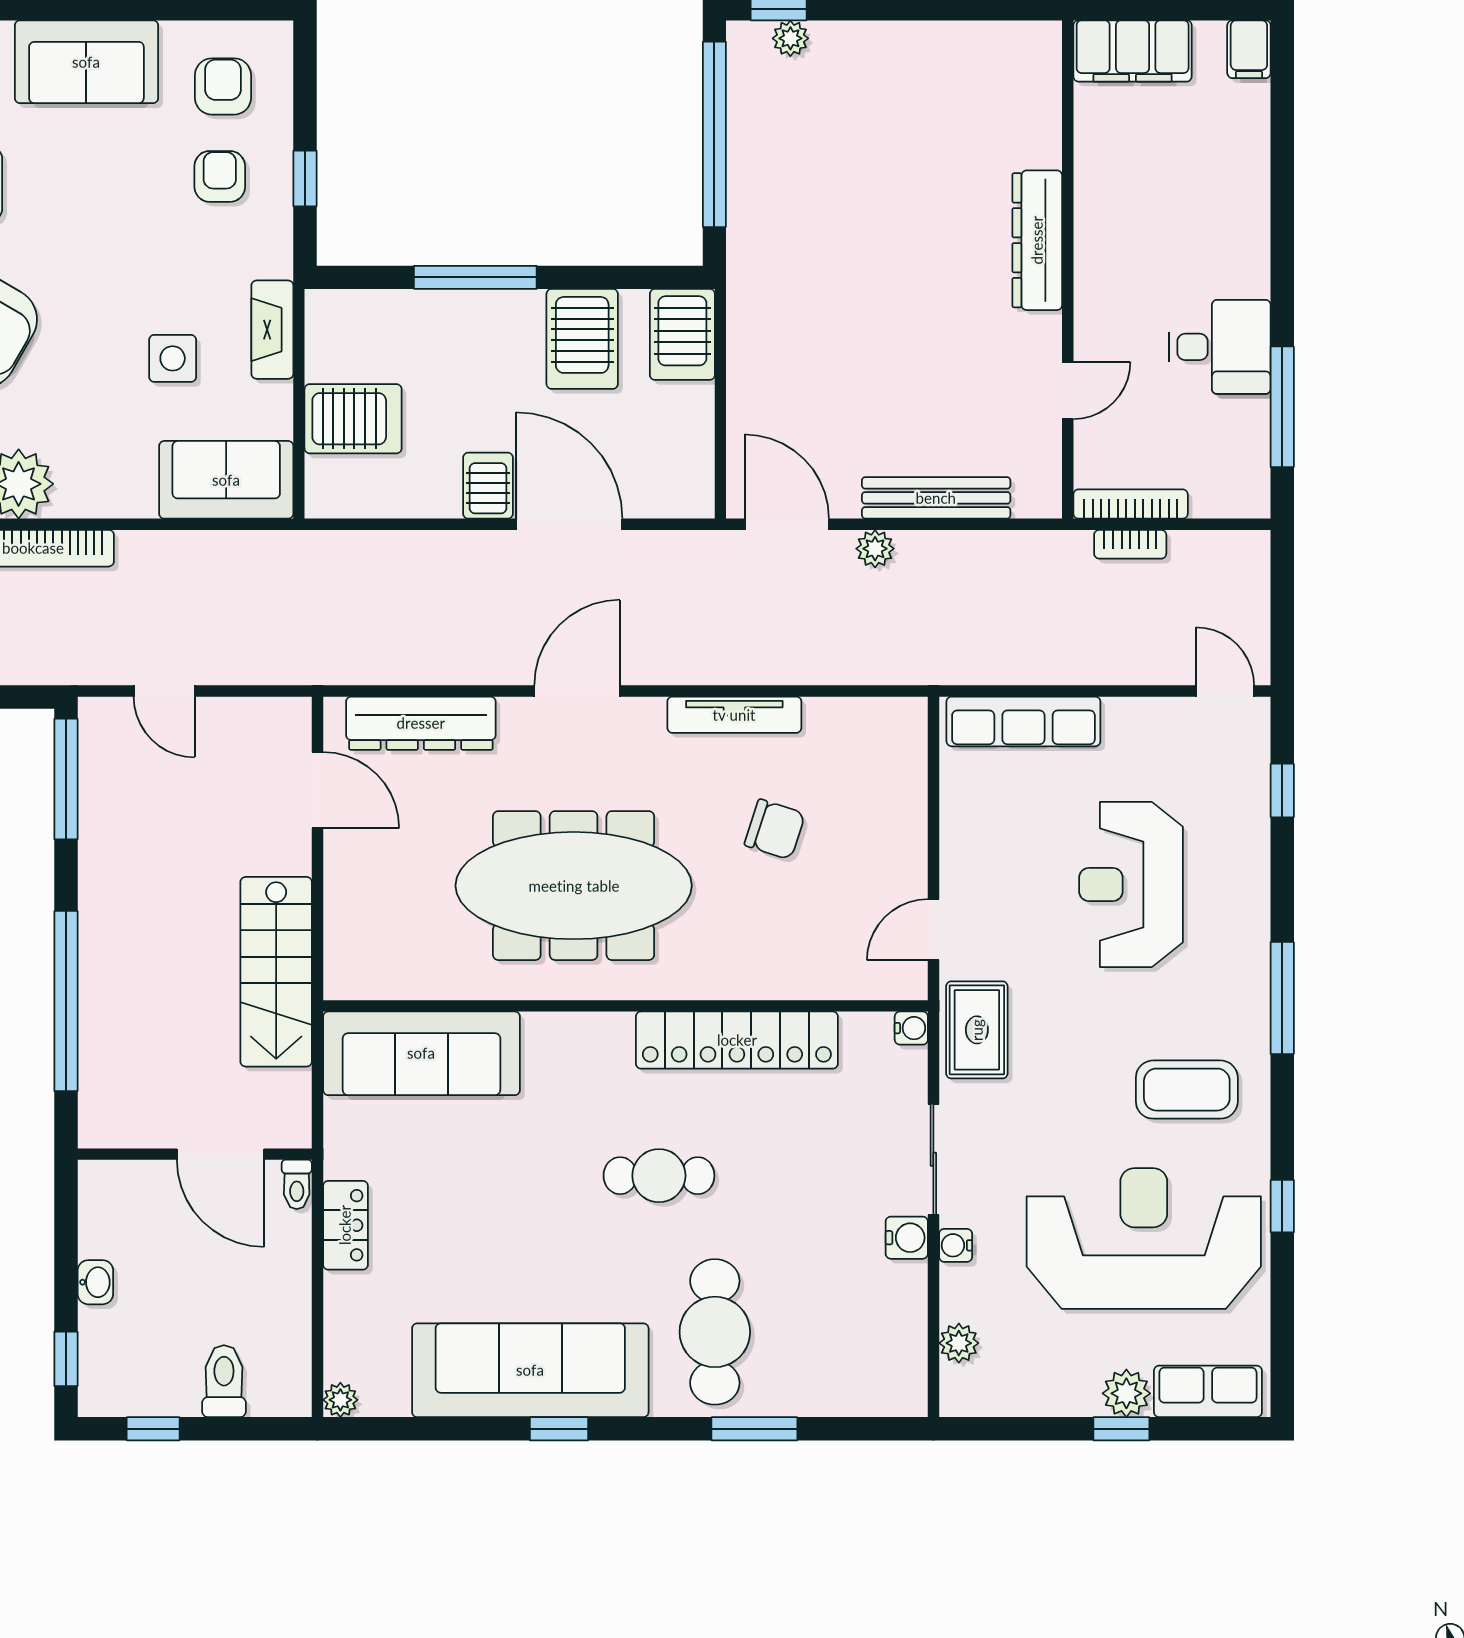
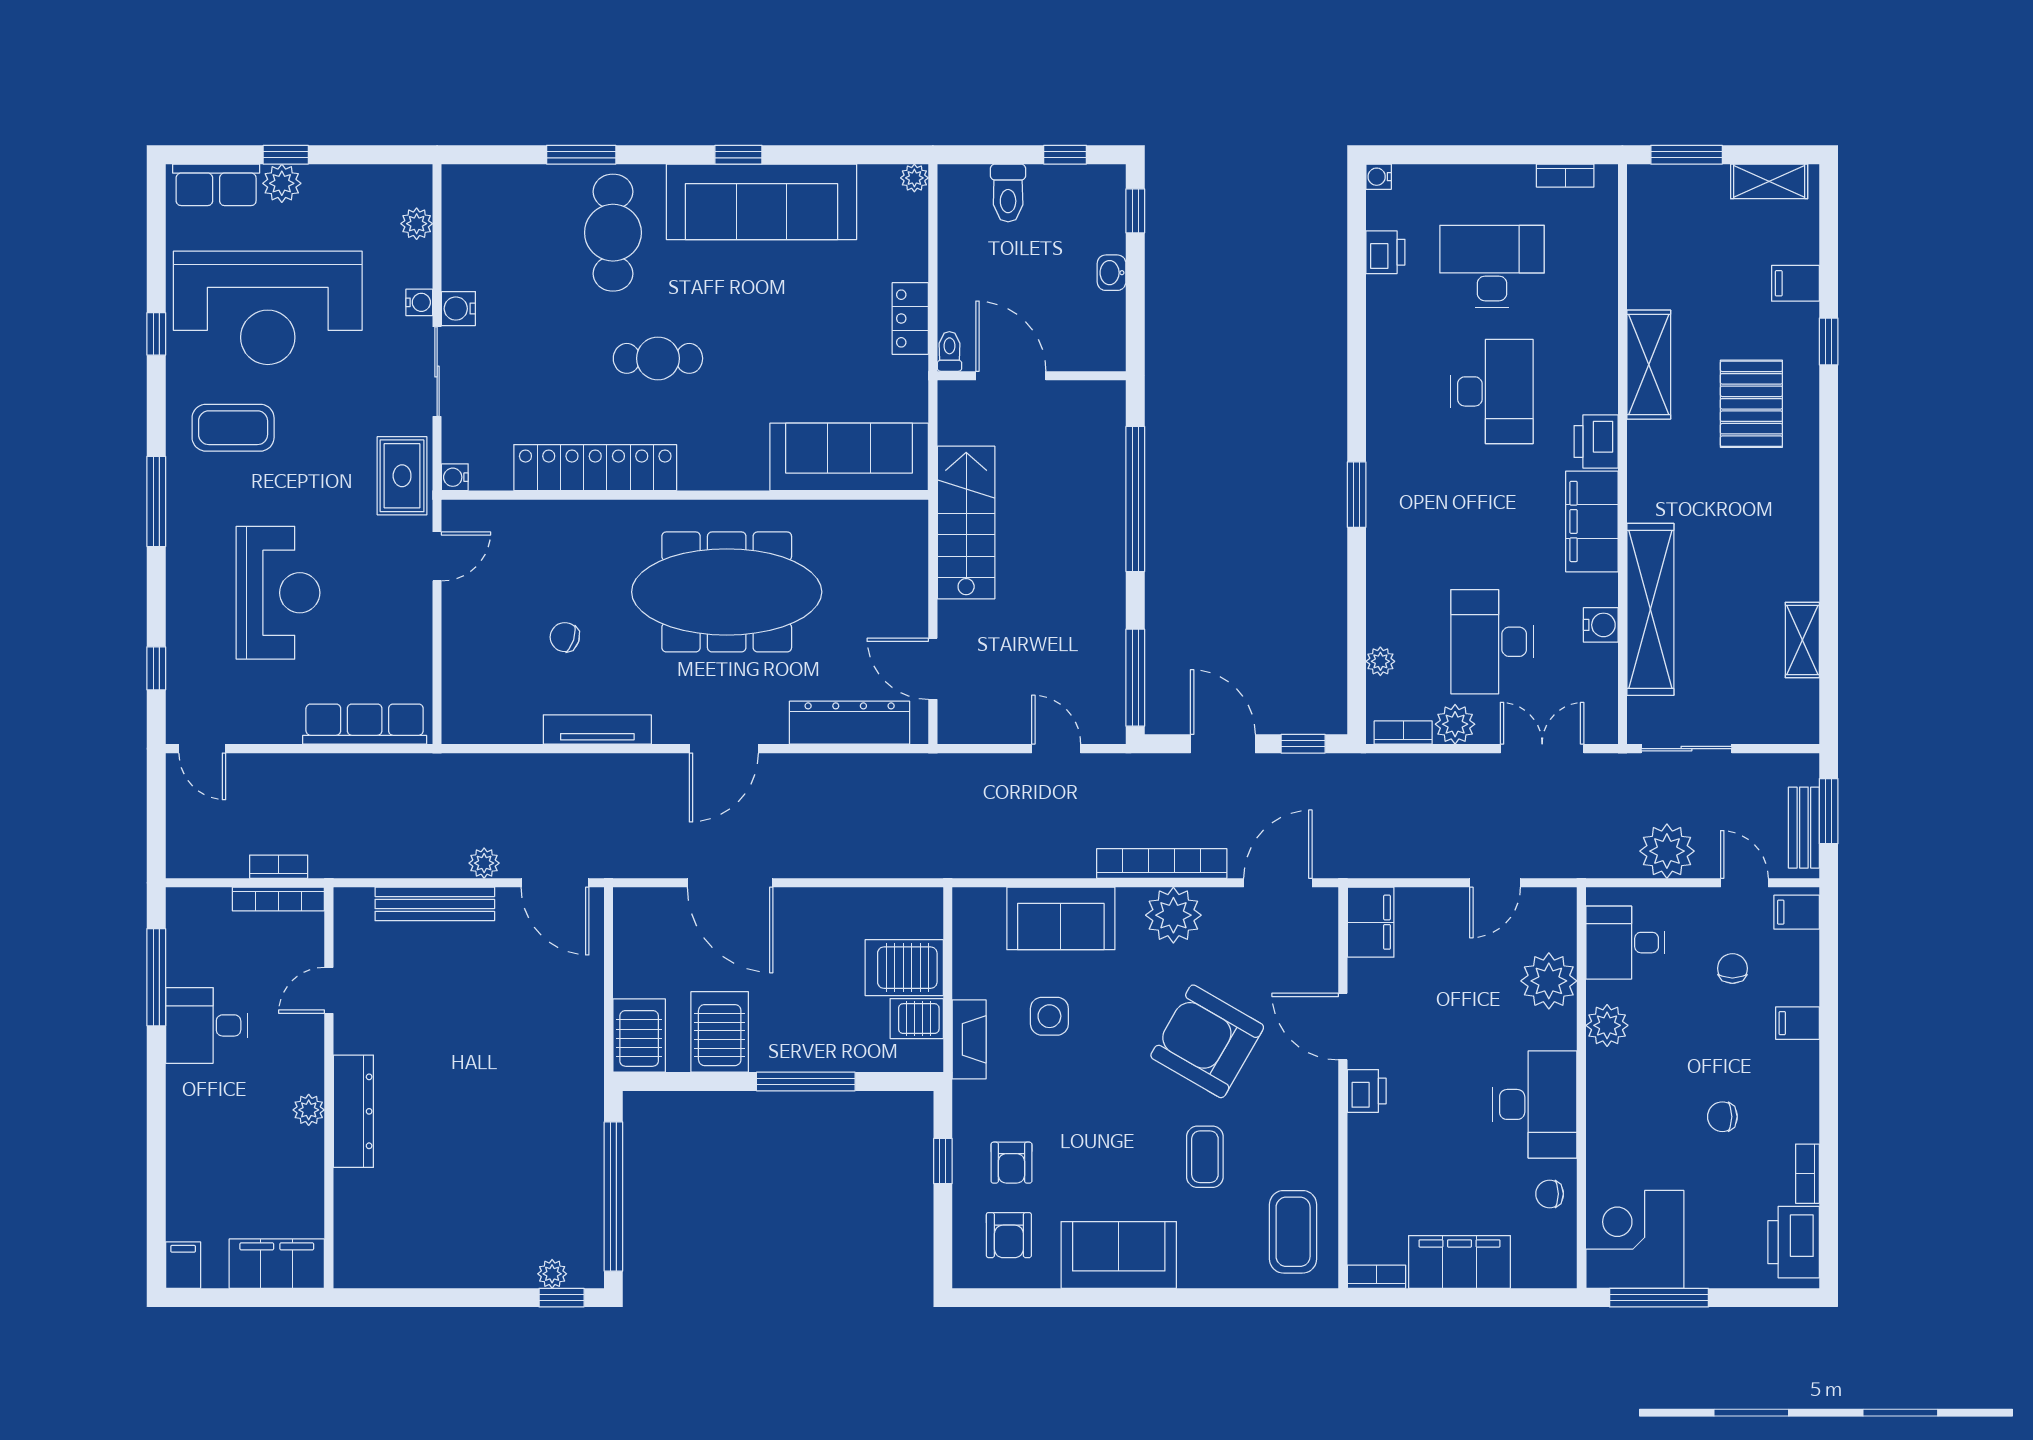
plant: (1093, 242) -> (309, 1110), added
sofa: (226, 480) -> (1061, 918), moved
server rack: (488, 486) -> (917, 1019), moved, turned 90
chair: (775, 829) -> (565, 637), width x0.73, depth x0.73

